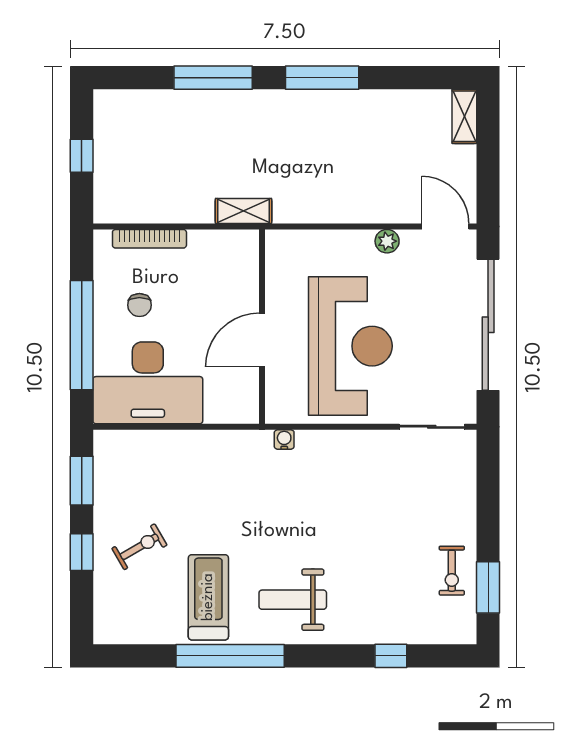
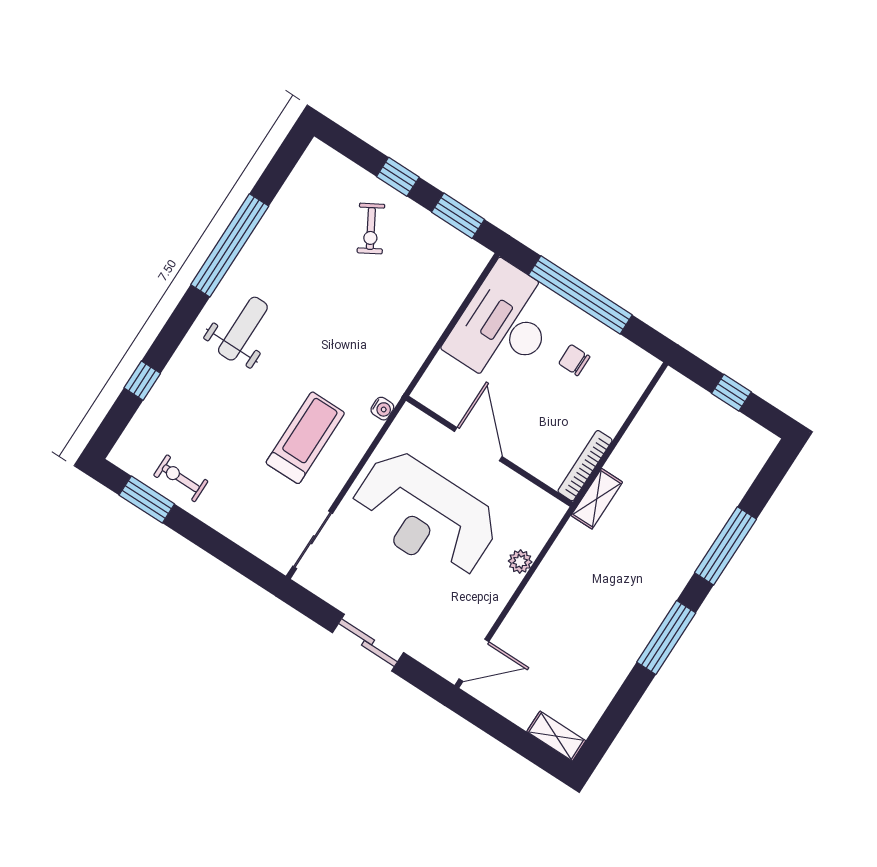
bookcase: (149, 239) -> (585, 466), moved
plant: (387, 241) -> (520, 562), moved
sliding door: (488, 325) -> (368, 643), width x0.54
treadmill: (208, 597) -> (305, 438), moved, turned -90

